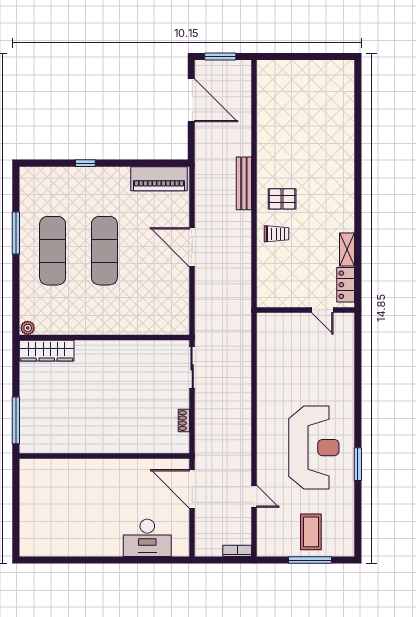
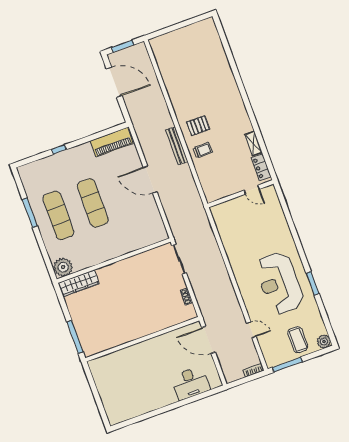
bench: (244, 183) -> (177, 146), moved
plant: (28, 328) -> (63, 267), width x1.87, depth x1.87
reception desk: (314, 448) -> (279, 283), turned 180
plant: (345, 547) -> (324, 342), added
window: (310, 560) -> (287, 365), moved

